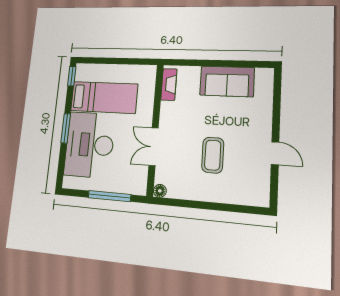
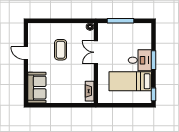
sofa: (227, 81) -> (37, 88), moved, turned 90
desk: (89, 145) -> (140, 60), width x0.53, depth x0.77
double door: (154, 147) -> (96, 52), swing flipped

